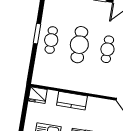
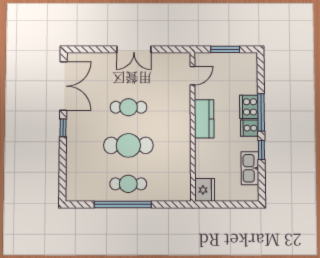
window: (37, 34) -> (123, 204), width x2.11
kitchen counter: (72, 101) -> (204, 119), moved

